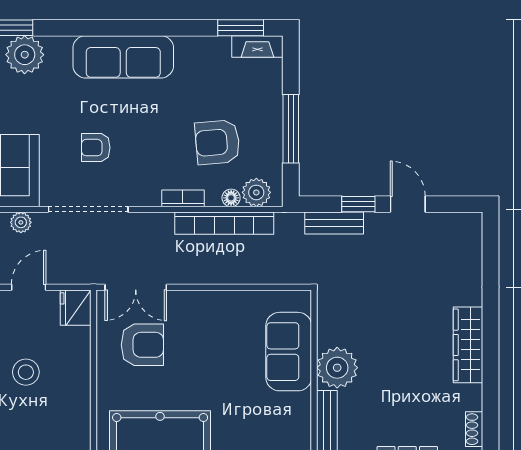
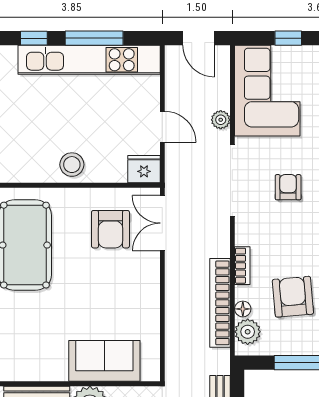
stool: (26, 372) -> (72, 165), moved

